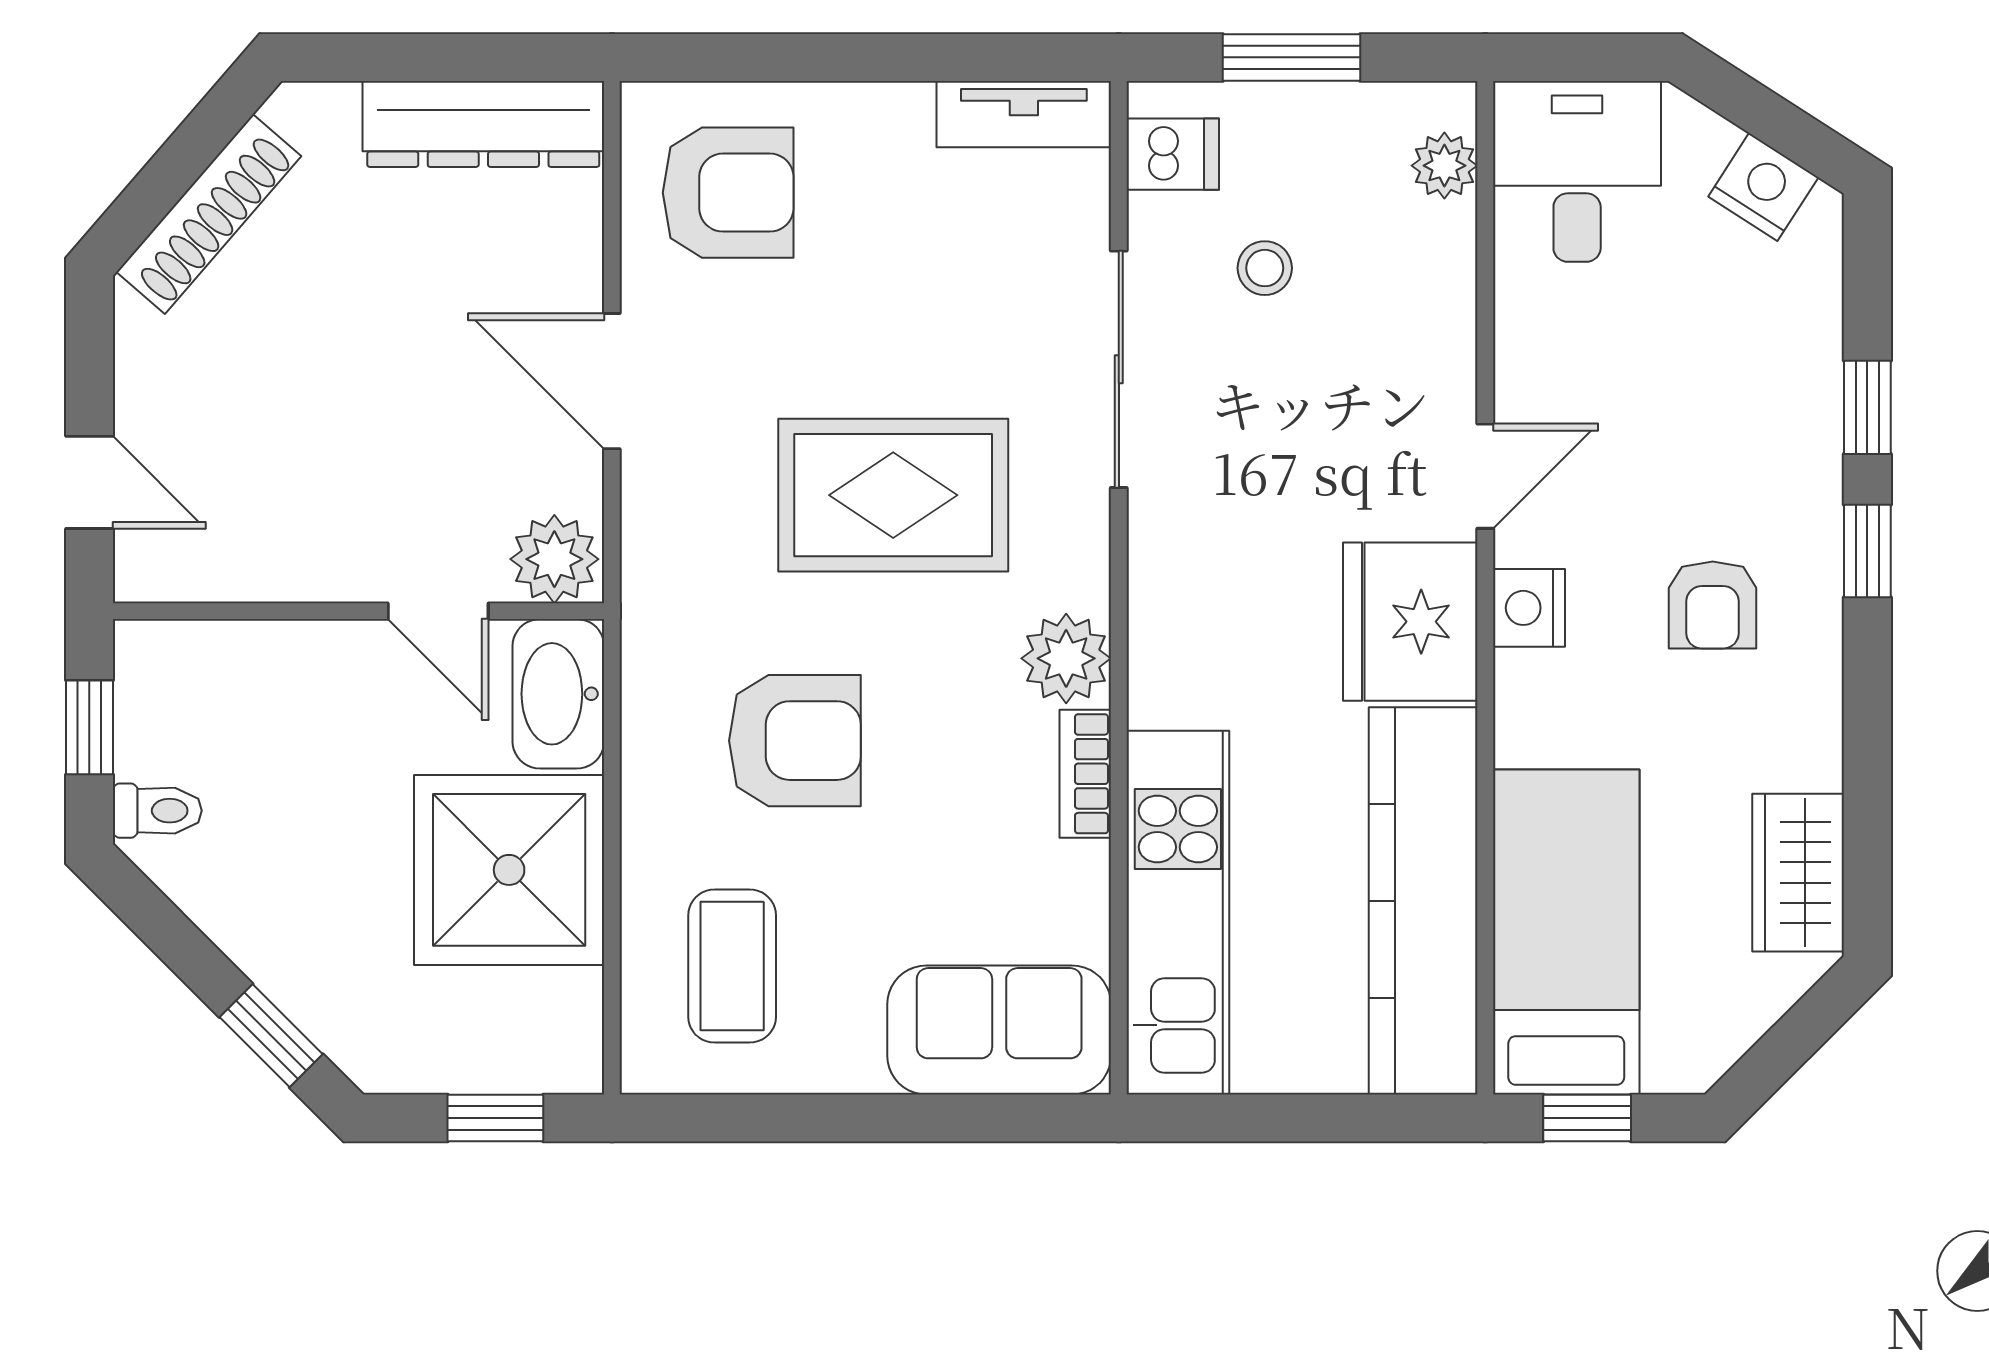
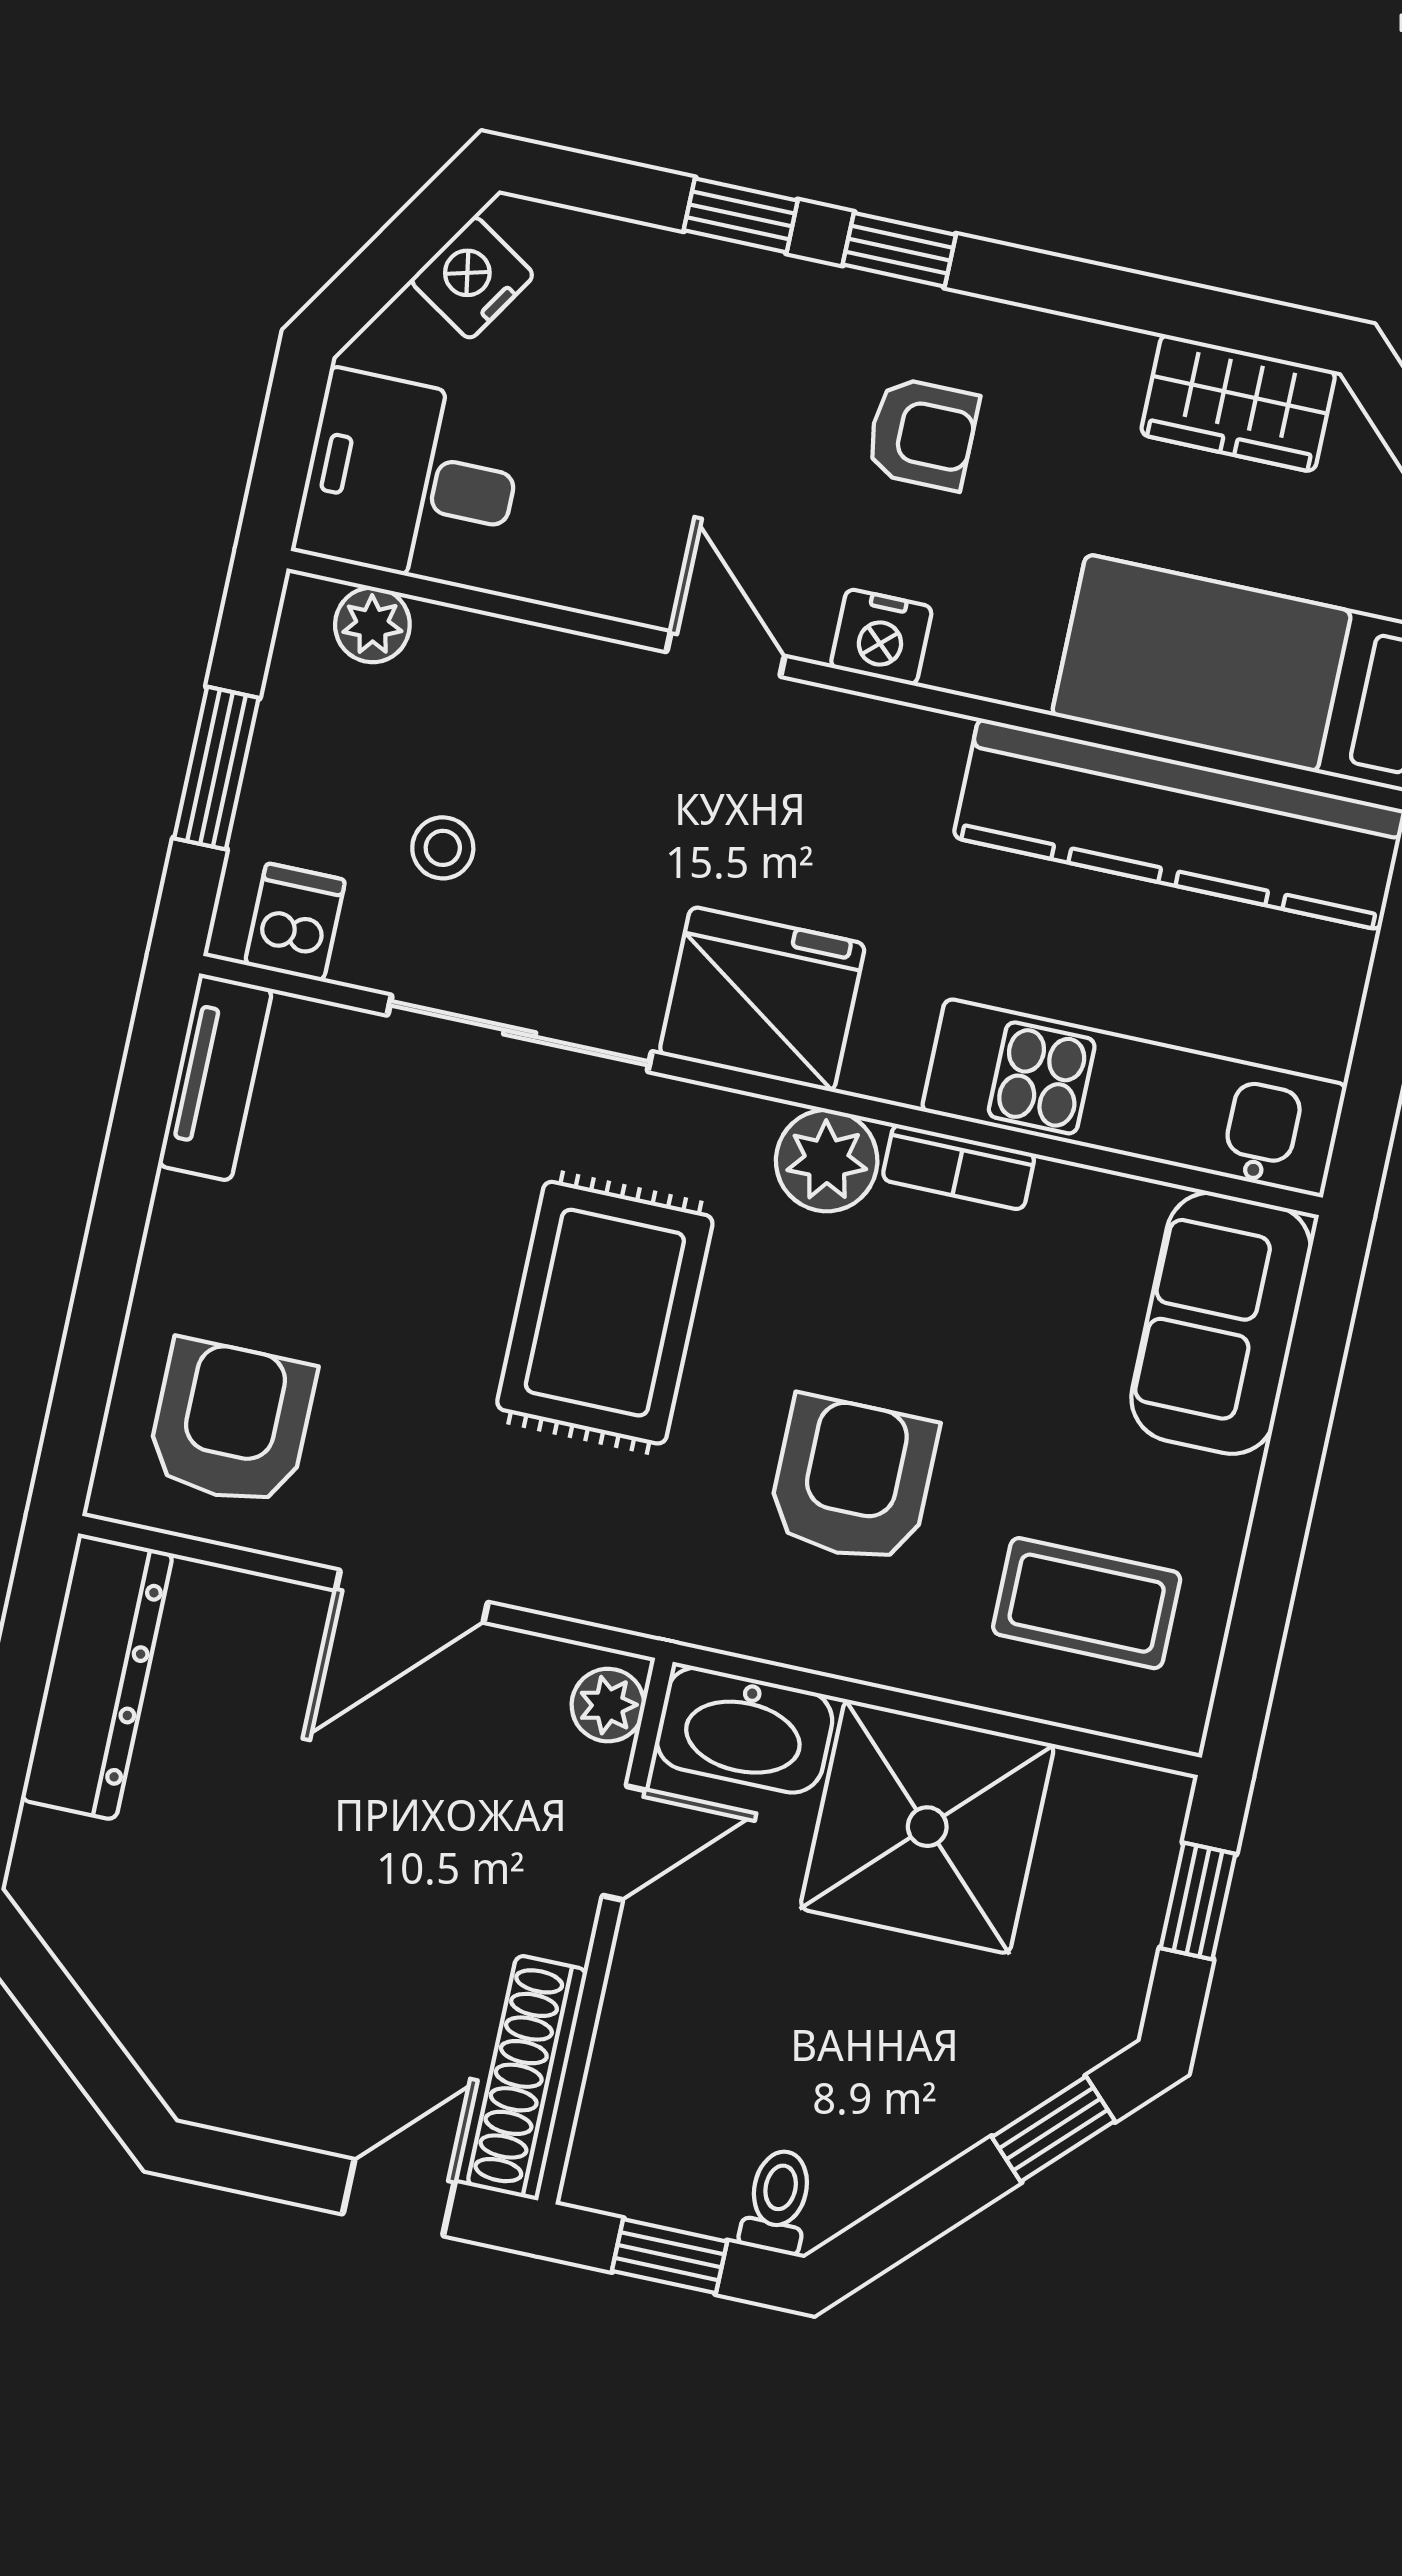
shoe rack: (209, 214) -> (527, 2078), moved, turned -131
plant: (554, 559) -> (608, 1705), width x0.73, depth x0.73
fridge: (1410, 622) -> (762, 999), moved, turned 180

